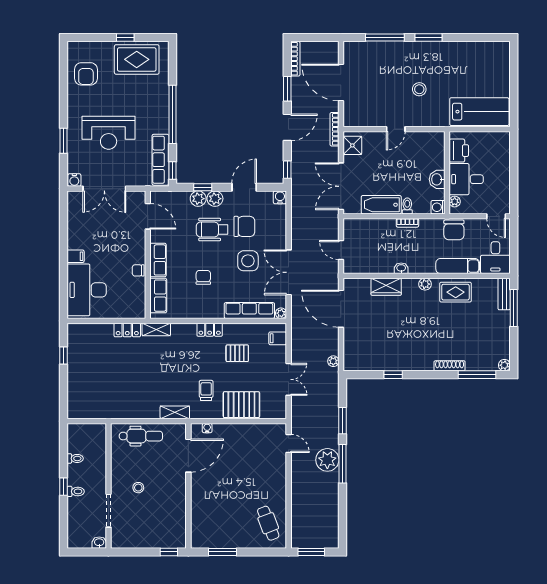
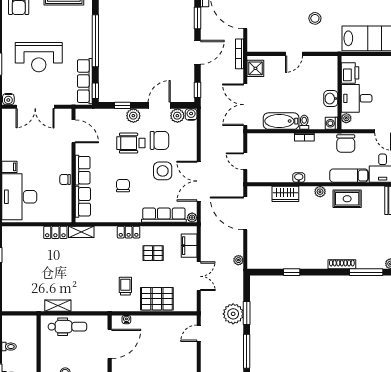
plant: (198, 199) -> (177, 116), moved
filing cabinet: (278, 338) -> (189, 246), width x2.00
shelving: (175, 412) -> (58, 306), moved
door: (289, 443) -> (199, 333), swing flipped
plant: (327, 460) -> (233, 314), moved

